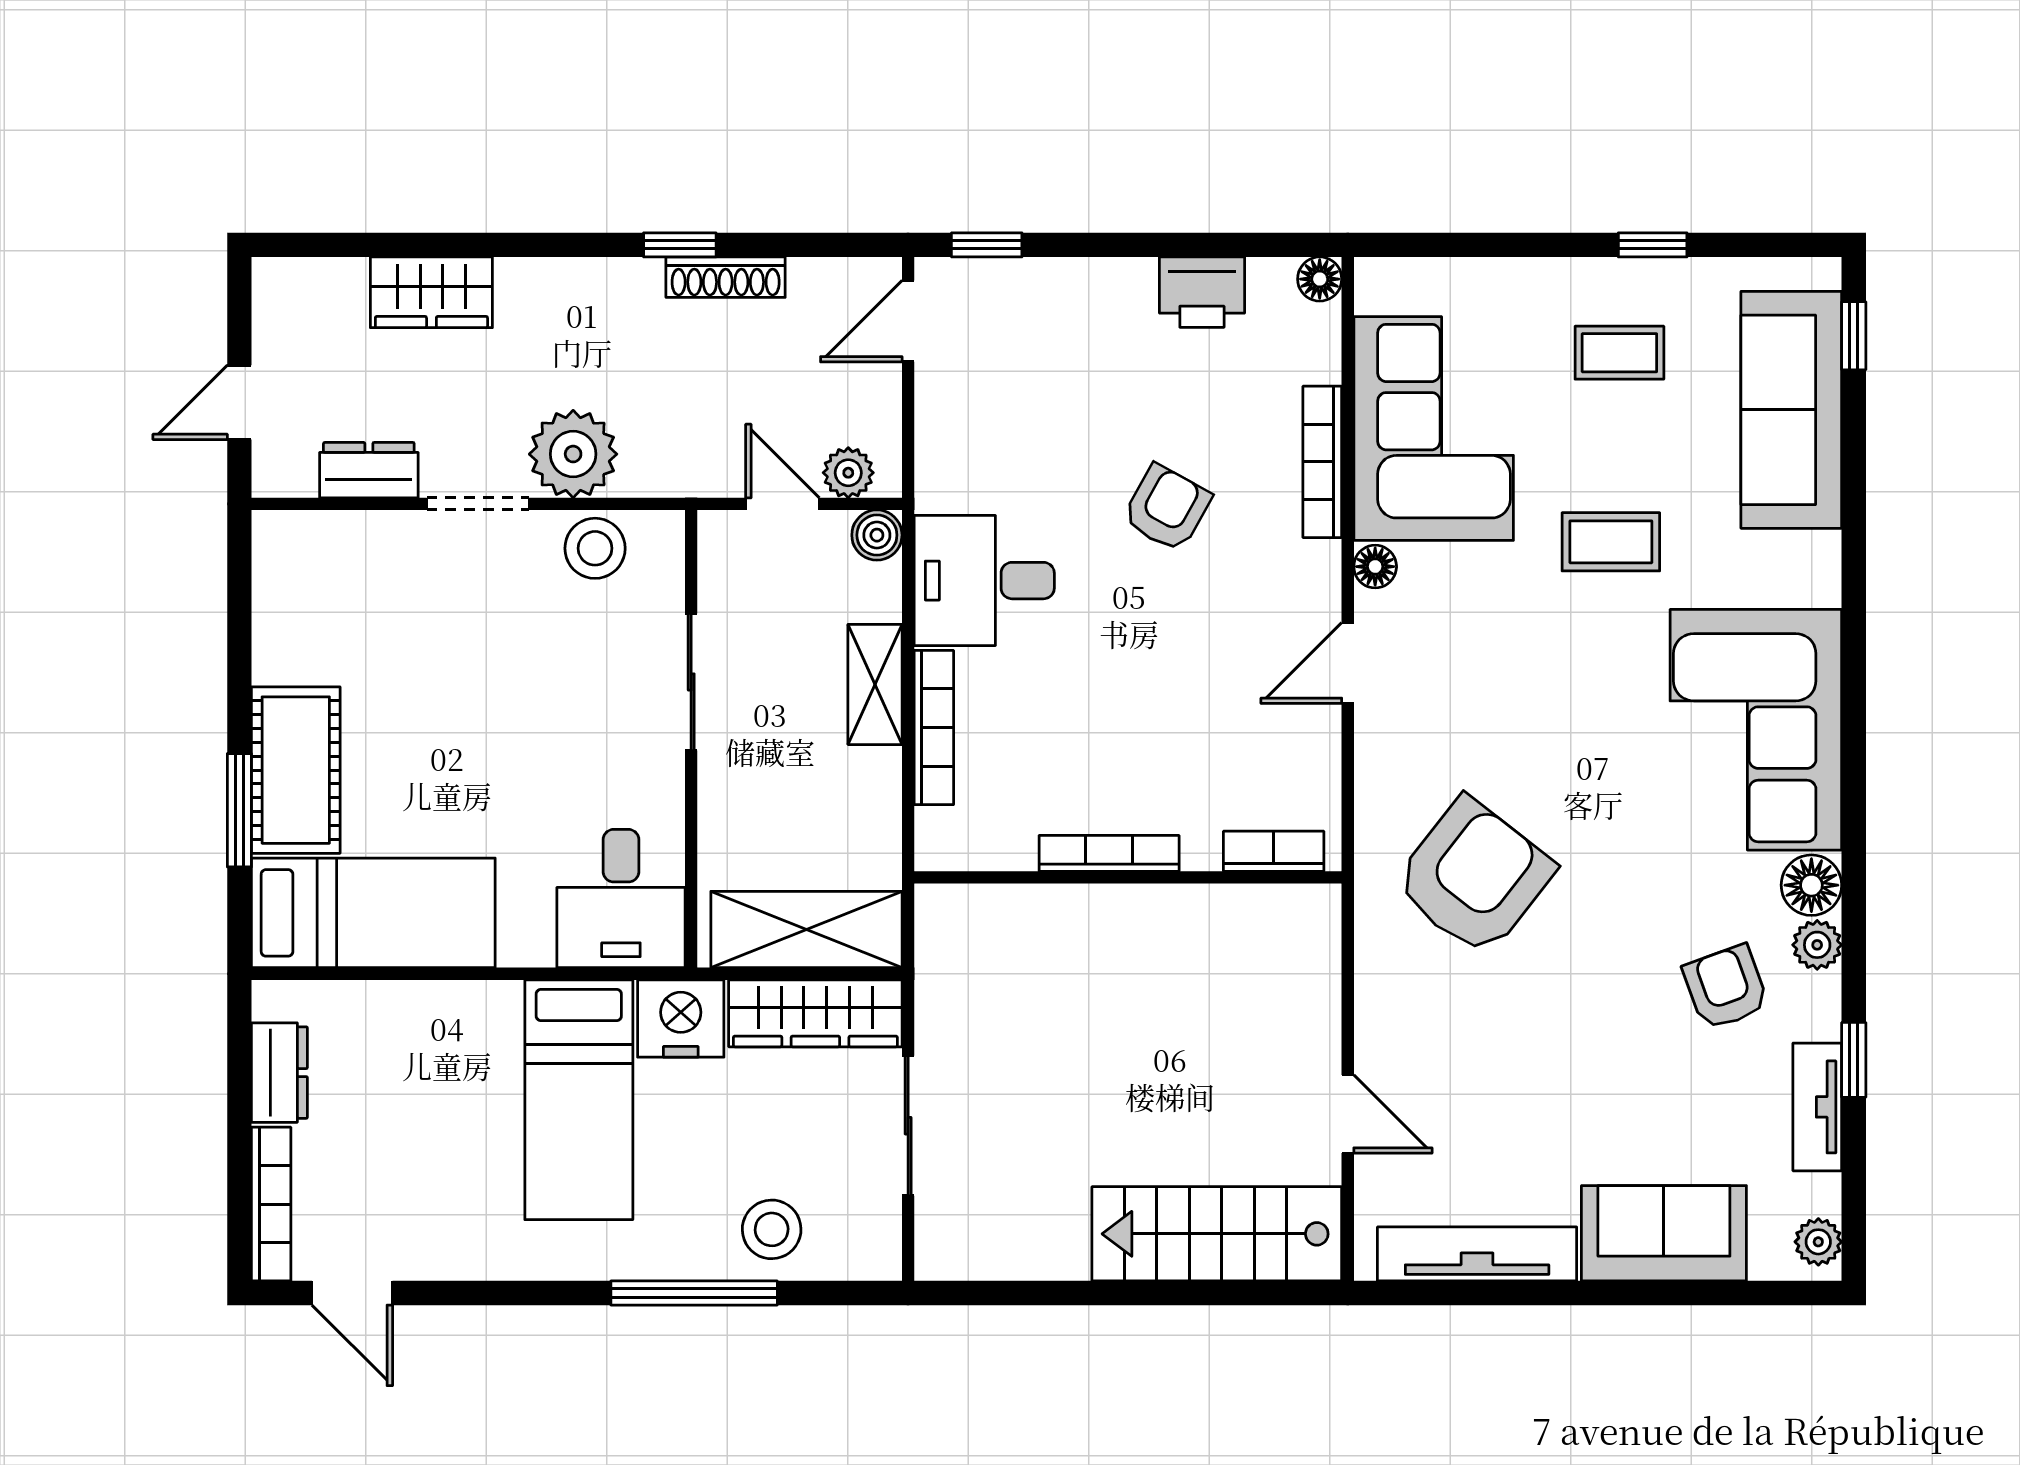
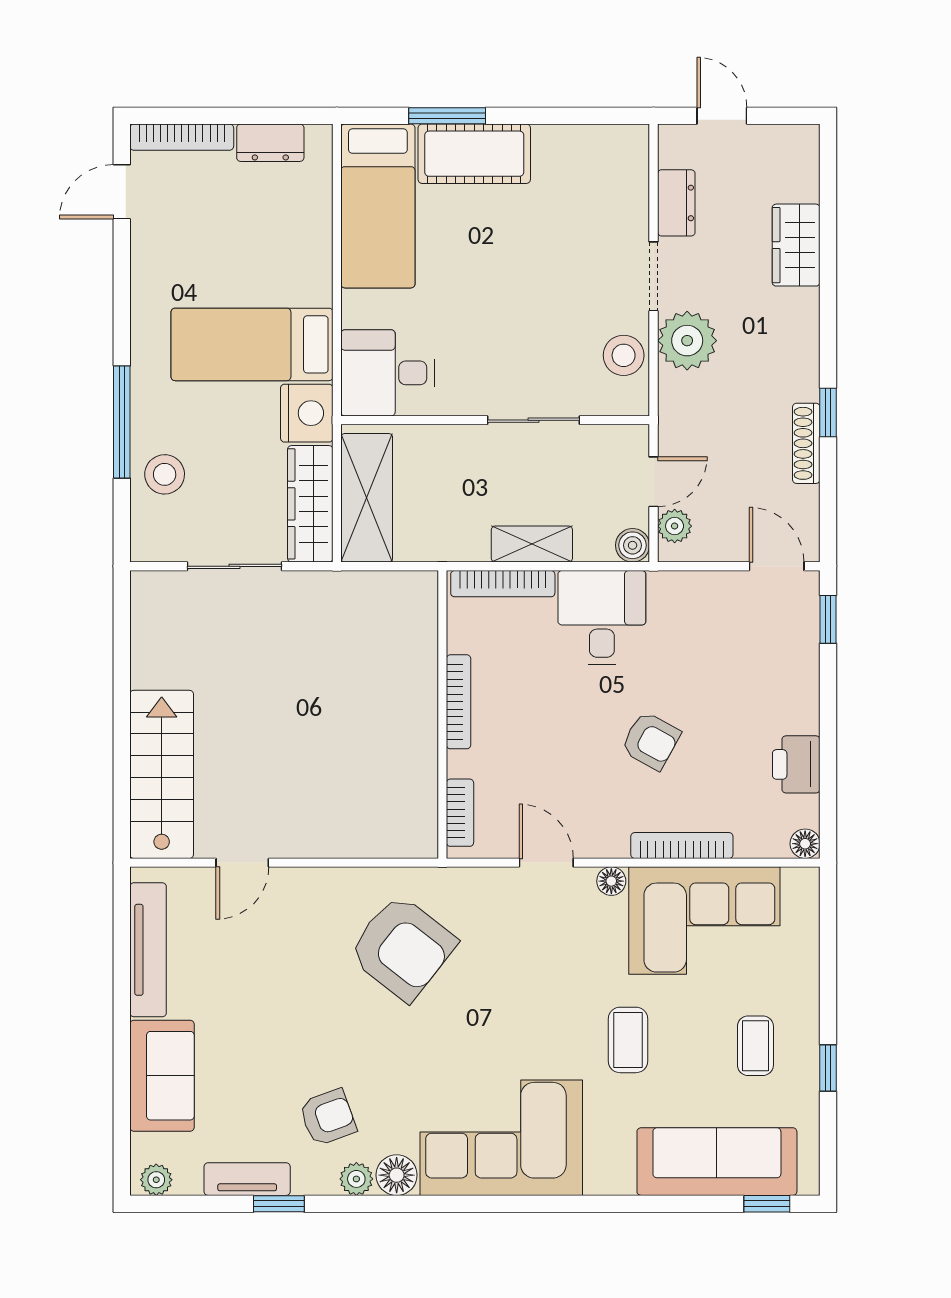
bookcase: (1274, 851) -> (460, 813), moved
bookcase: (1109, 853) -> (459, 702), moved
wall: (1128, 877) -> (442, 714), moved

